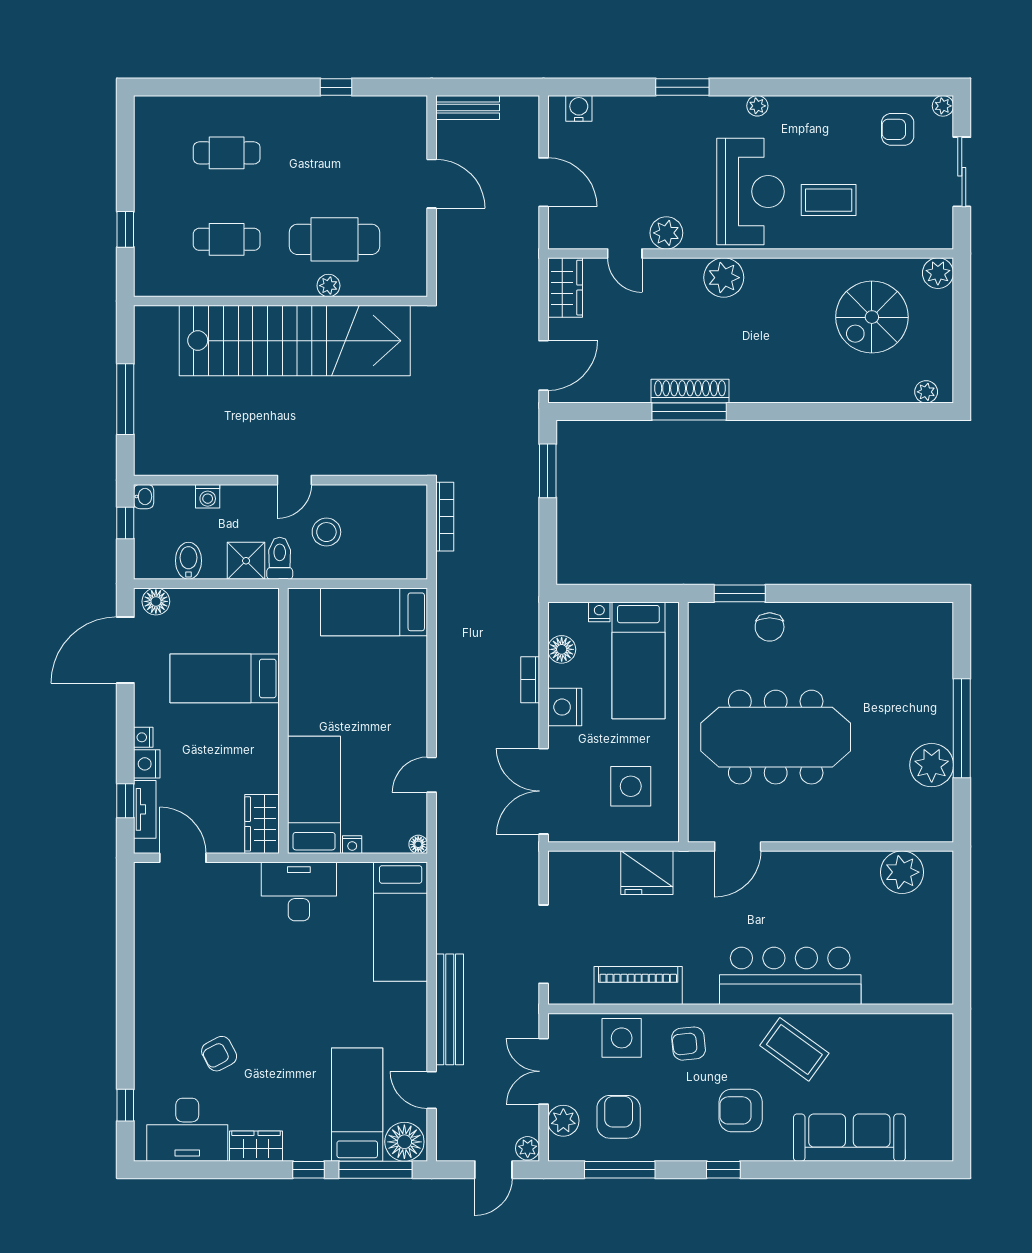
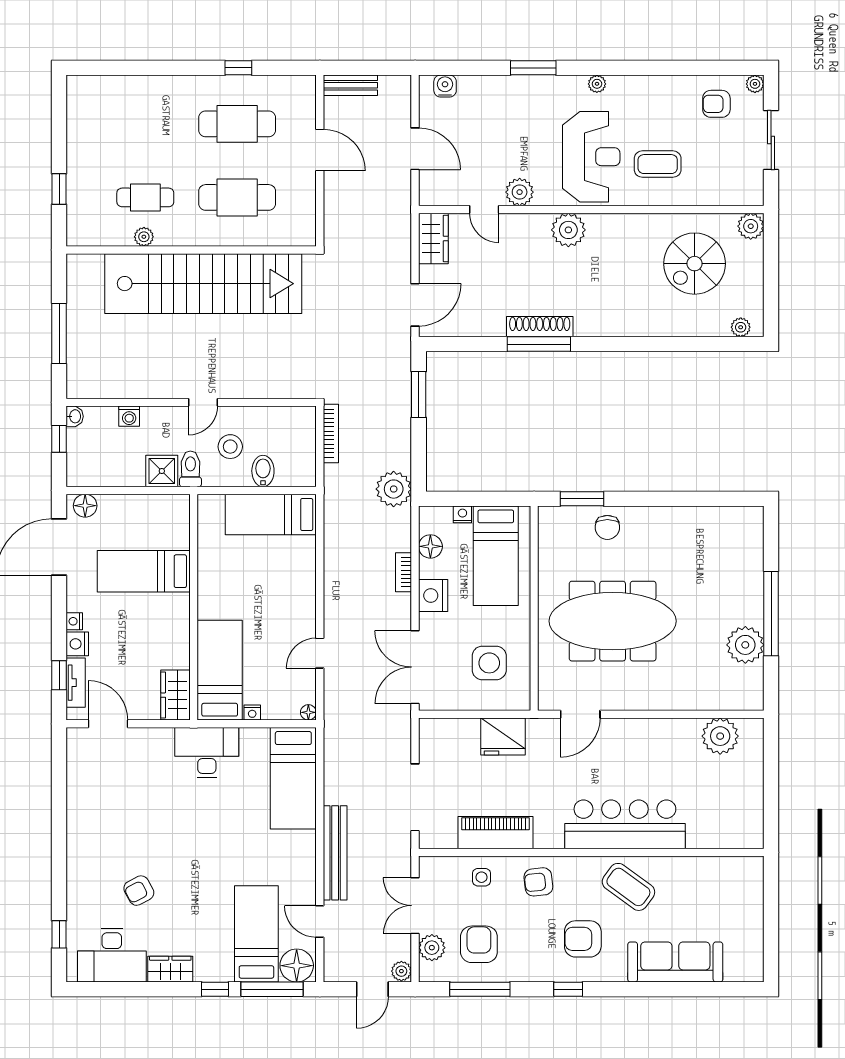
cafe table: (227, 153) -> (237, 124), moved, width x1.37, depth x1.35
plant: (328, 286) -> (144, 237), moved
bidet: (188, 561) -> (263, 471), moved
plant: (518, 582) -> (394, 489), added
side table: (622, 1038) -> (482, 877), width x0.54, depth x0.54

